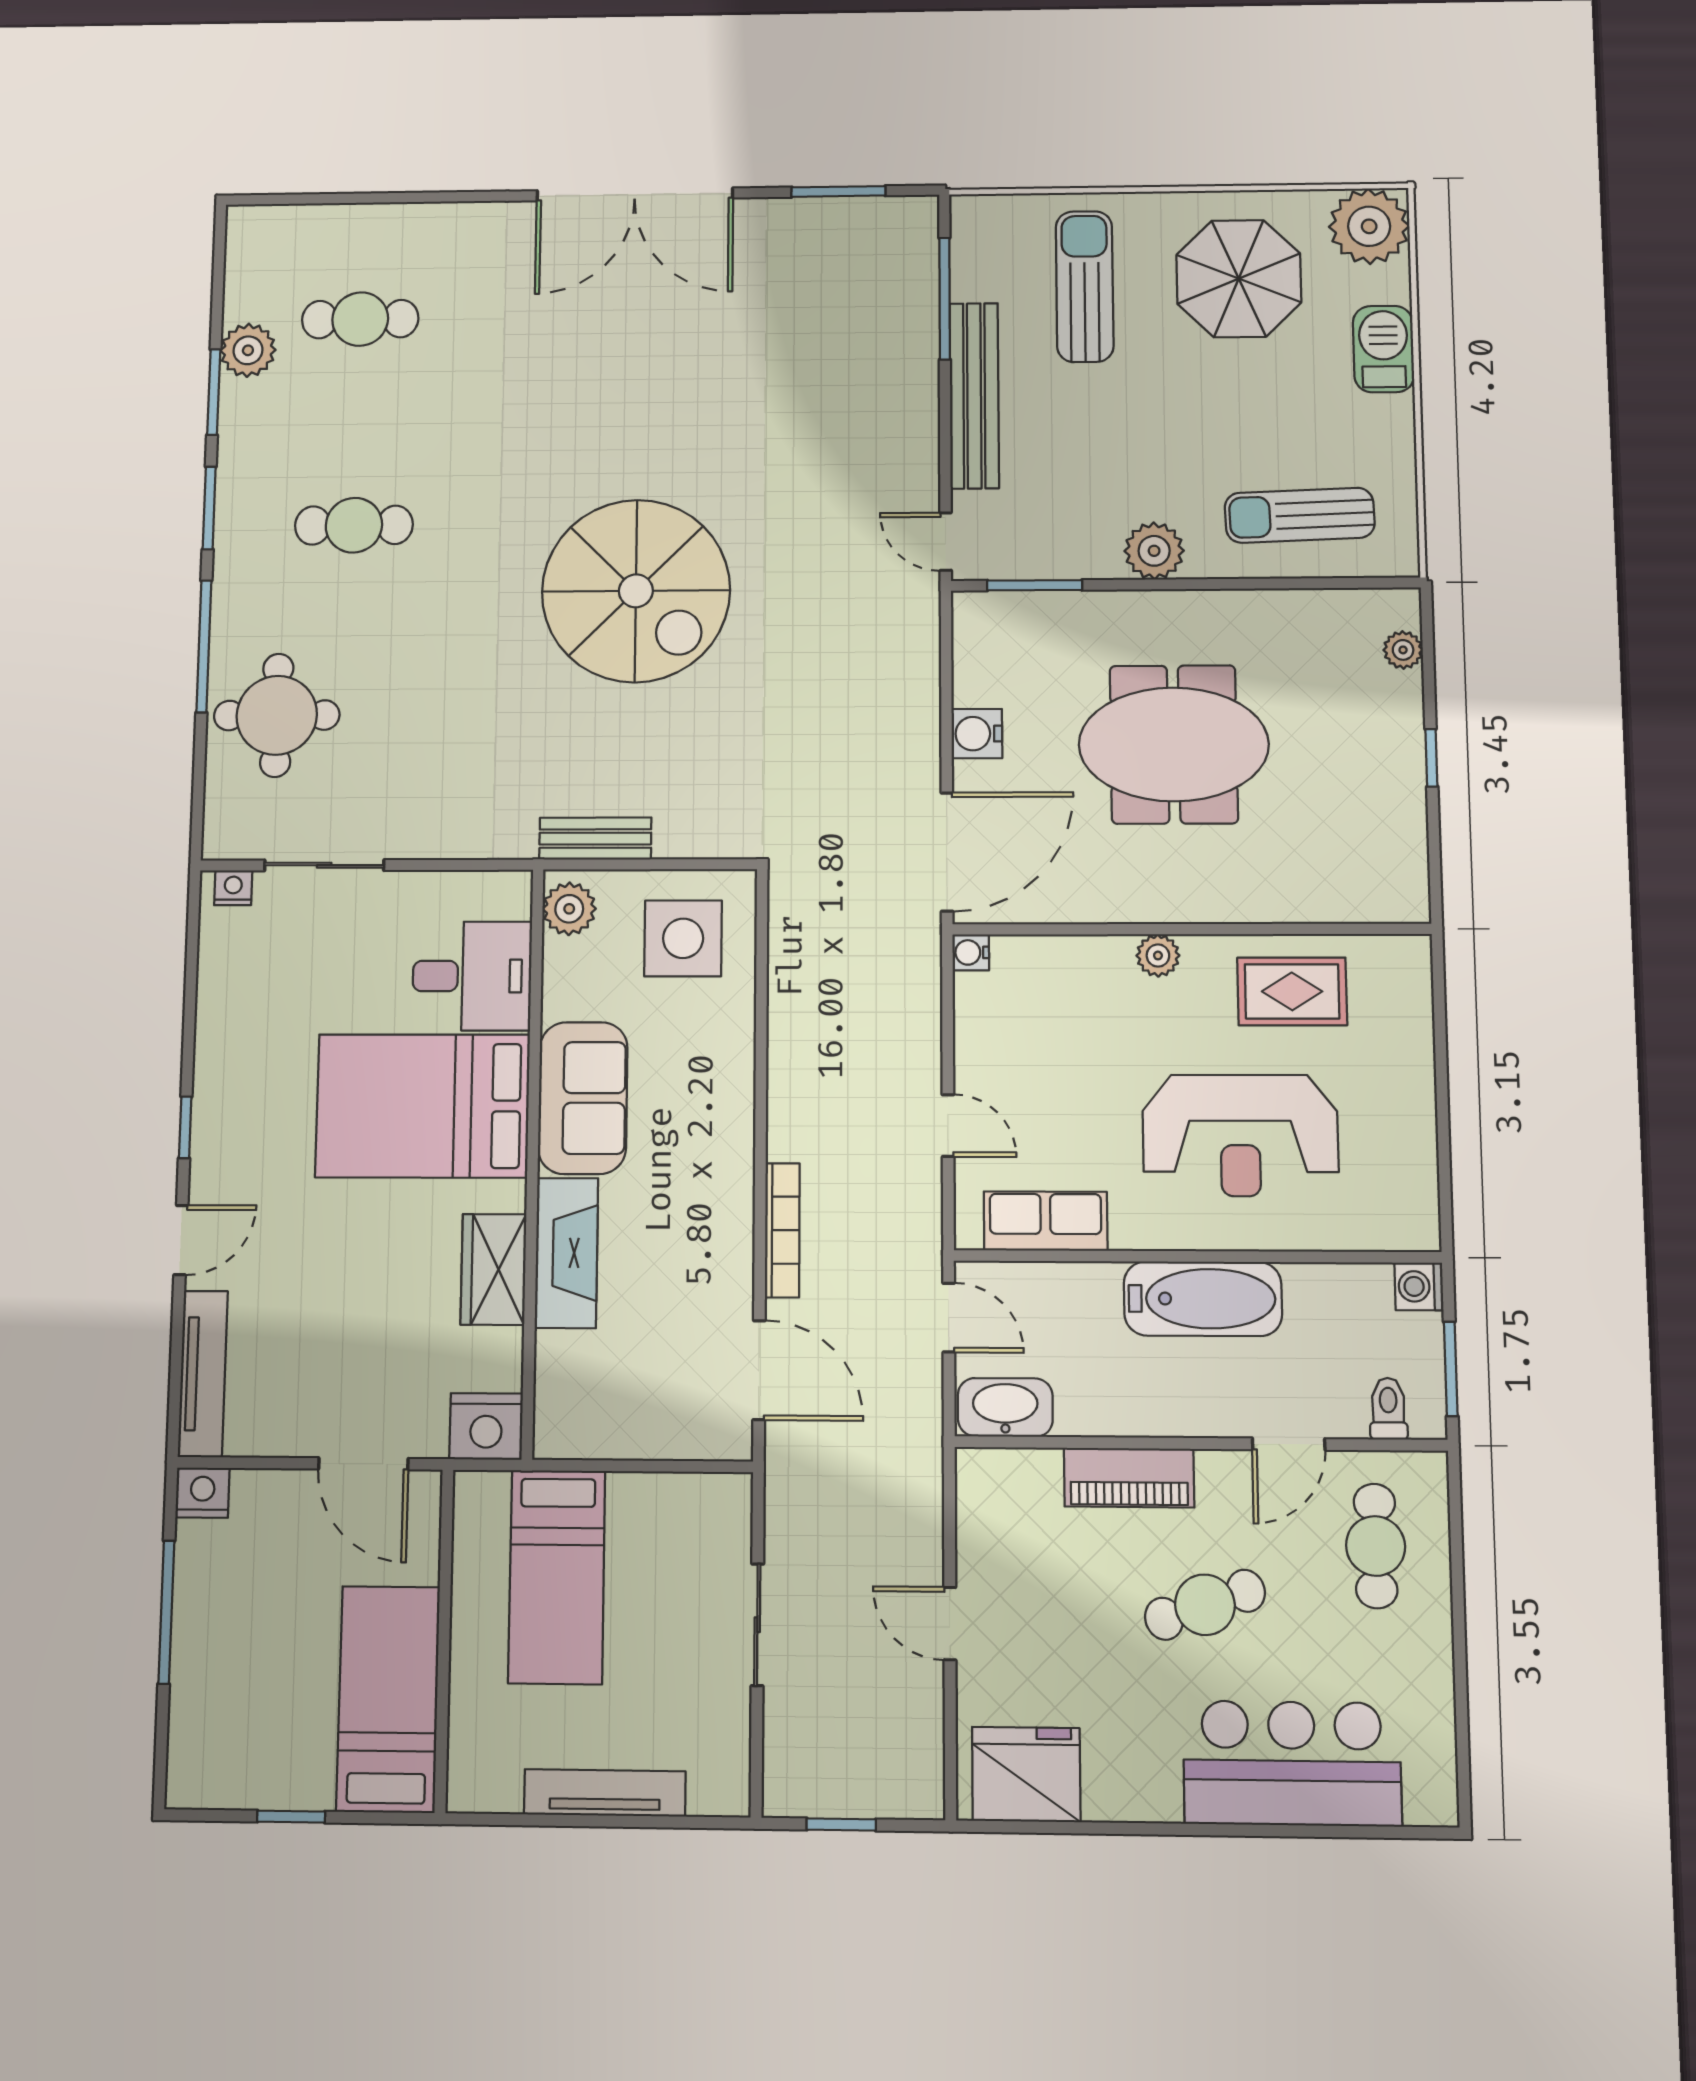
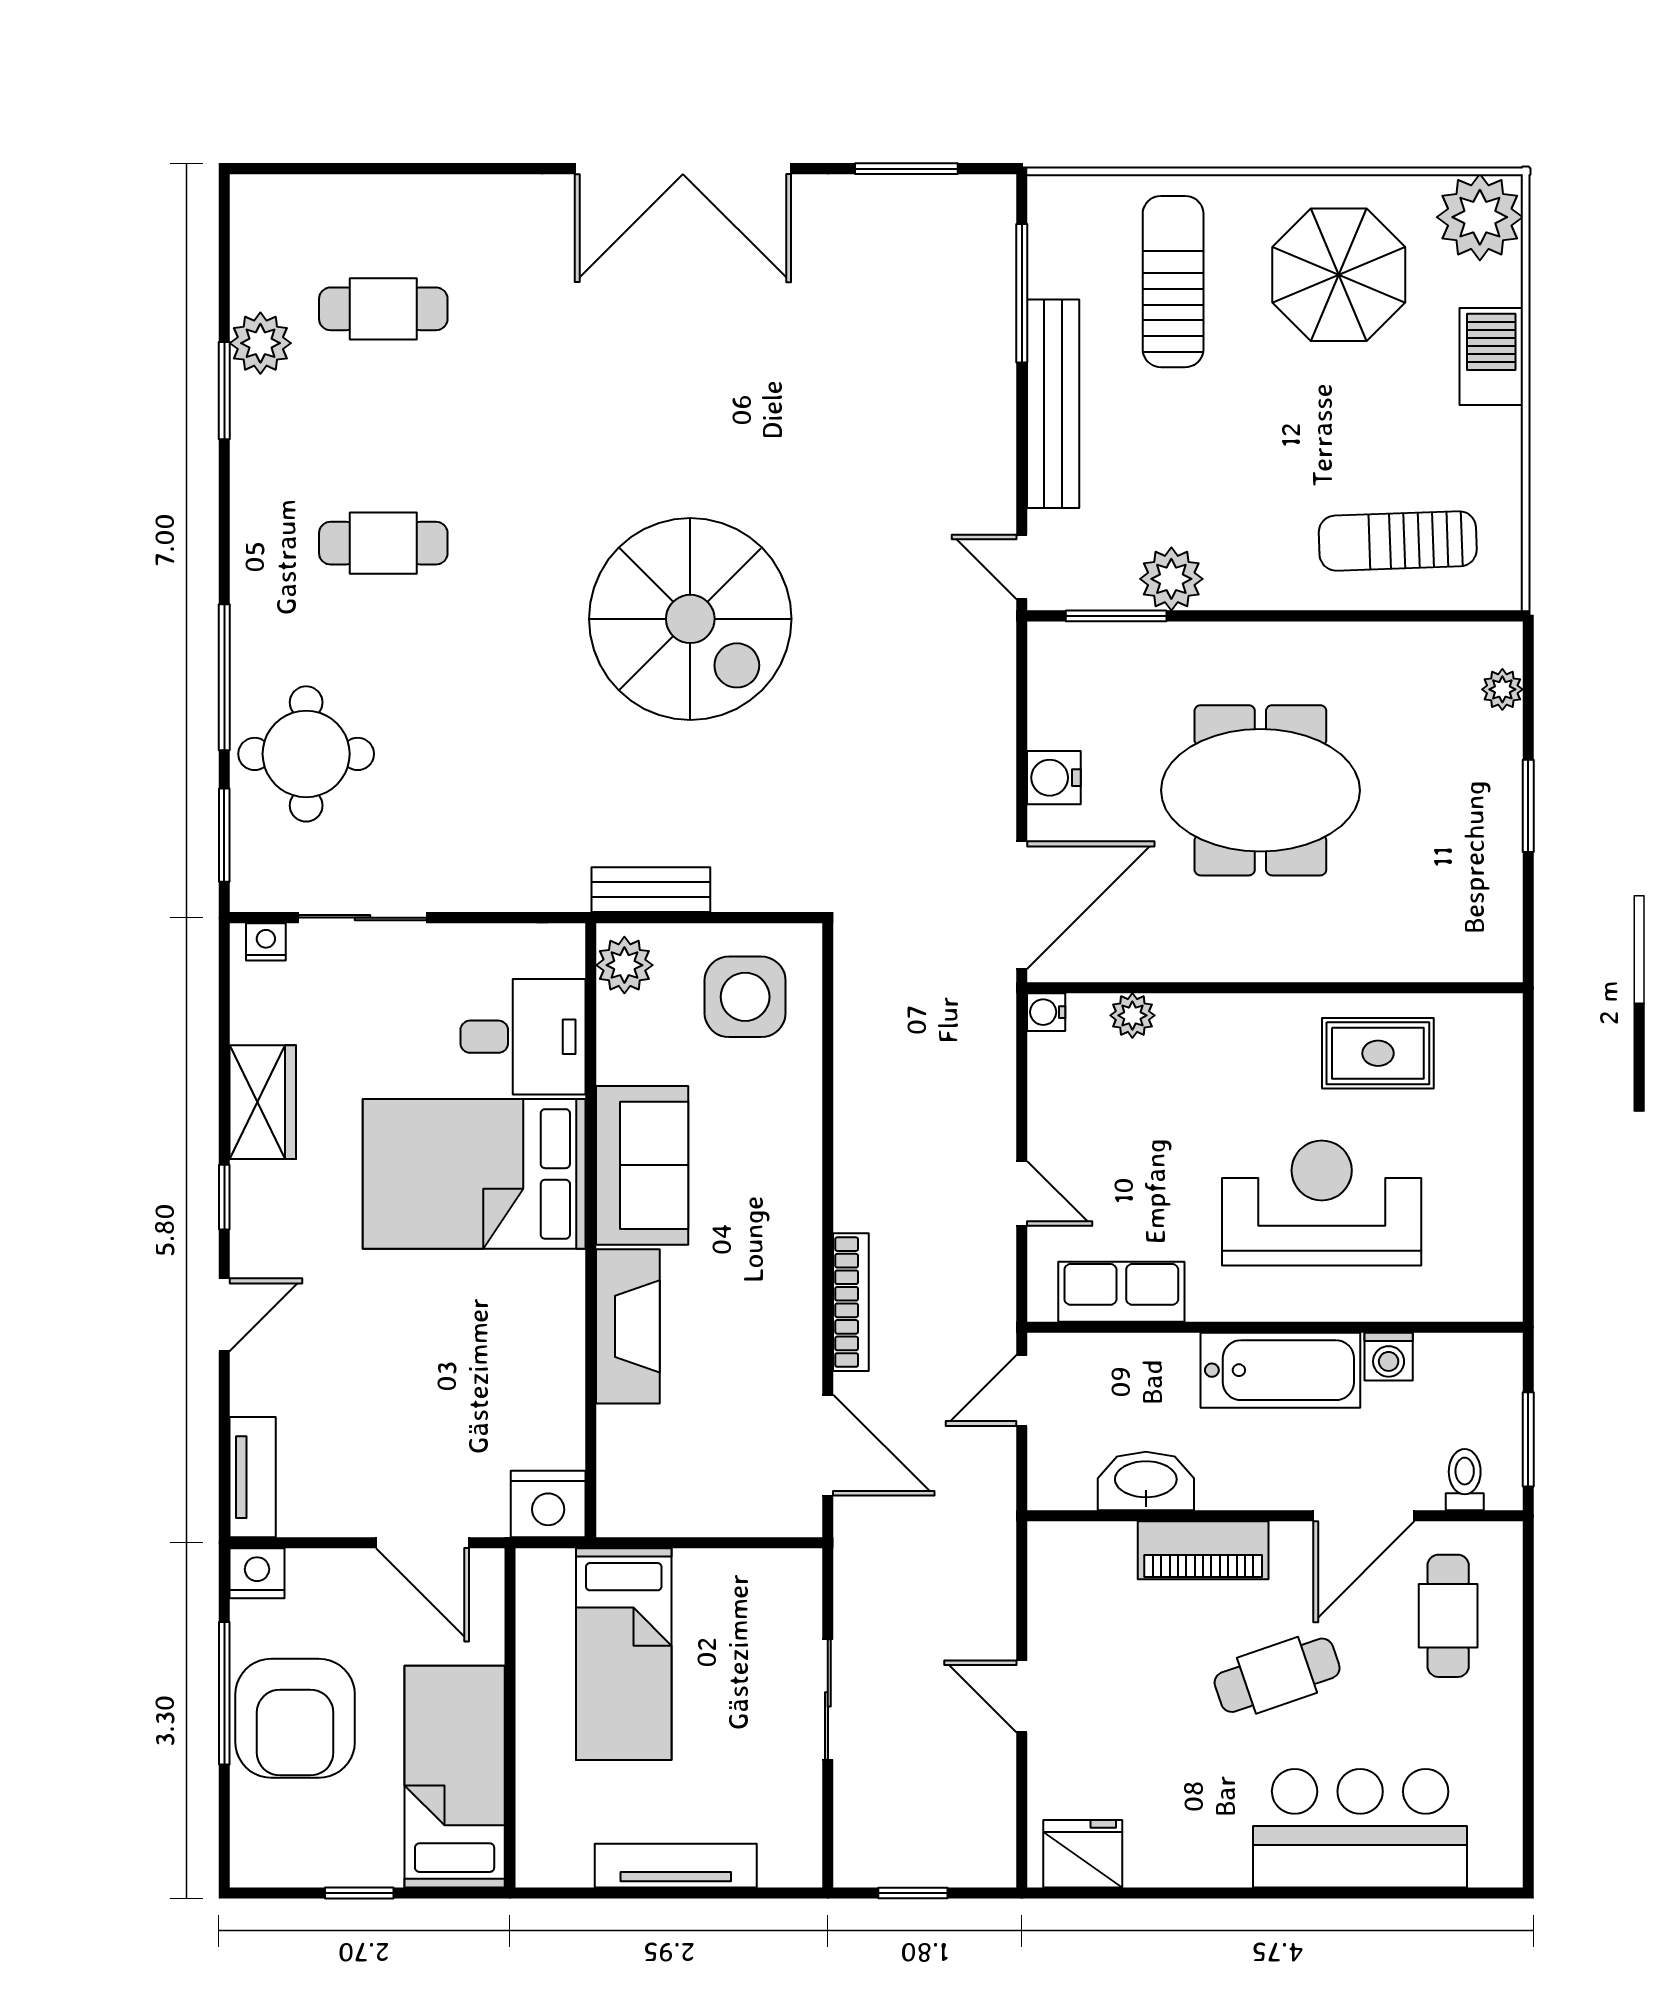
window: (209, 508) -> (224, 835), moved
plant: (1154, 551) -> (1171, 579), moved
window: (1431, 758) -> (1528, 806), width x1.50
plant: (1158, 956) -> (1132, 1015), moved
reception desk: (1240, 1135) -> (1322, 1203), turned 180
wardrobe: (493, 1269) -> (263, 1102), moved, turned 180
washing machine: (1419, 1286) -> (1389, 1357), moved, turned -90
door: (949, 1318) -> (1022, 1391), swing flipped
tv unit: (203, 1374) -> (253, 1477), width x0.71
washbasin: (1005, 1407) -> (1146, 1481), moved
door: (1289, 1444) -> (1364, 1516), width x1.38
armchair: (234, 1638) -> (295, 1718), added
fridge: (1026, 1774) -> (1083, 1854), width x0.73, depth x0.75

